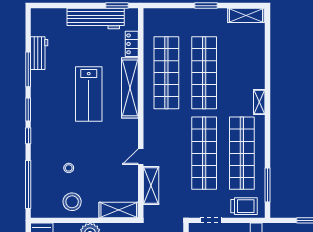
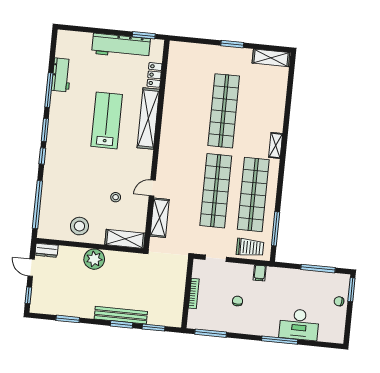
shop shelf: (166, 73) -> (186, 107), removed
lab bench: (89, 94) -> (107, 120), turned 180
stool: (69, 168) -> (116, 197), moved

